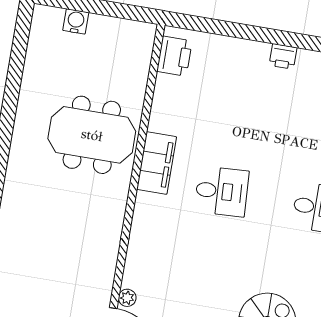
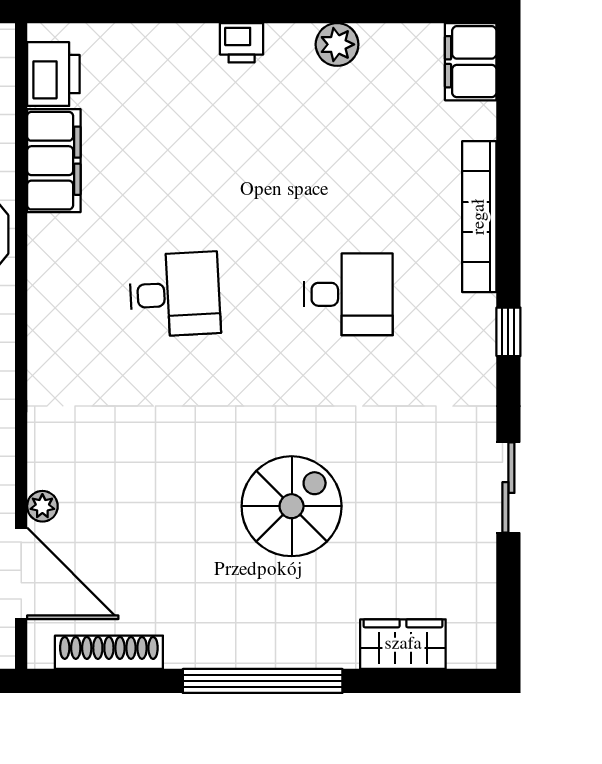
filing cabinet: (157, 163) -> (54, 161), moved

